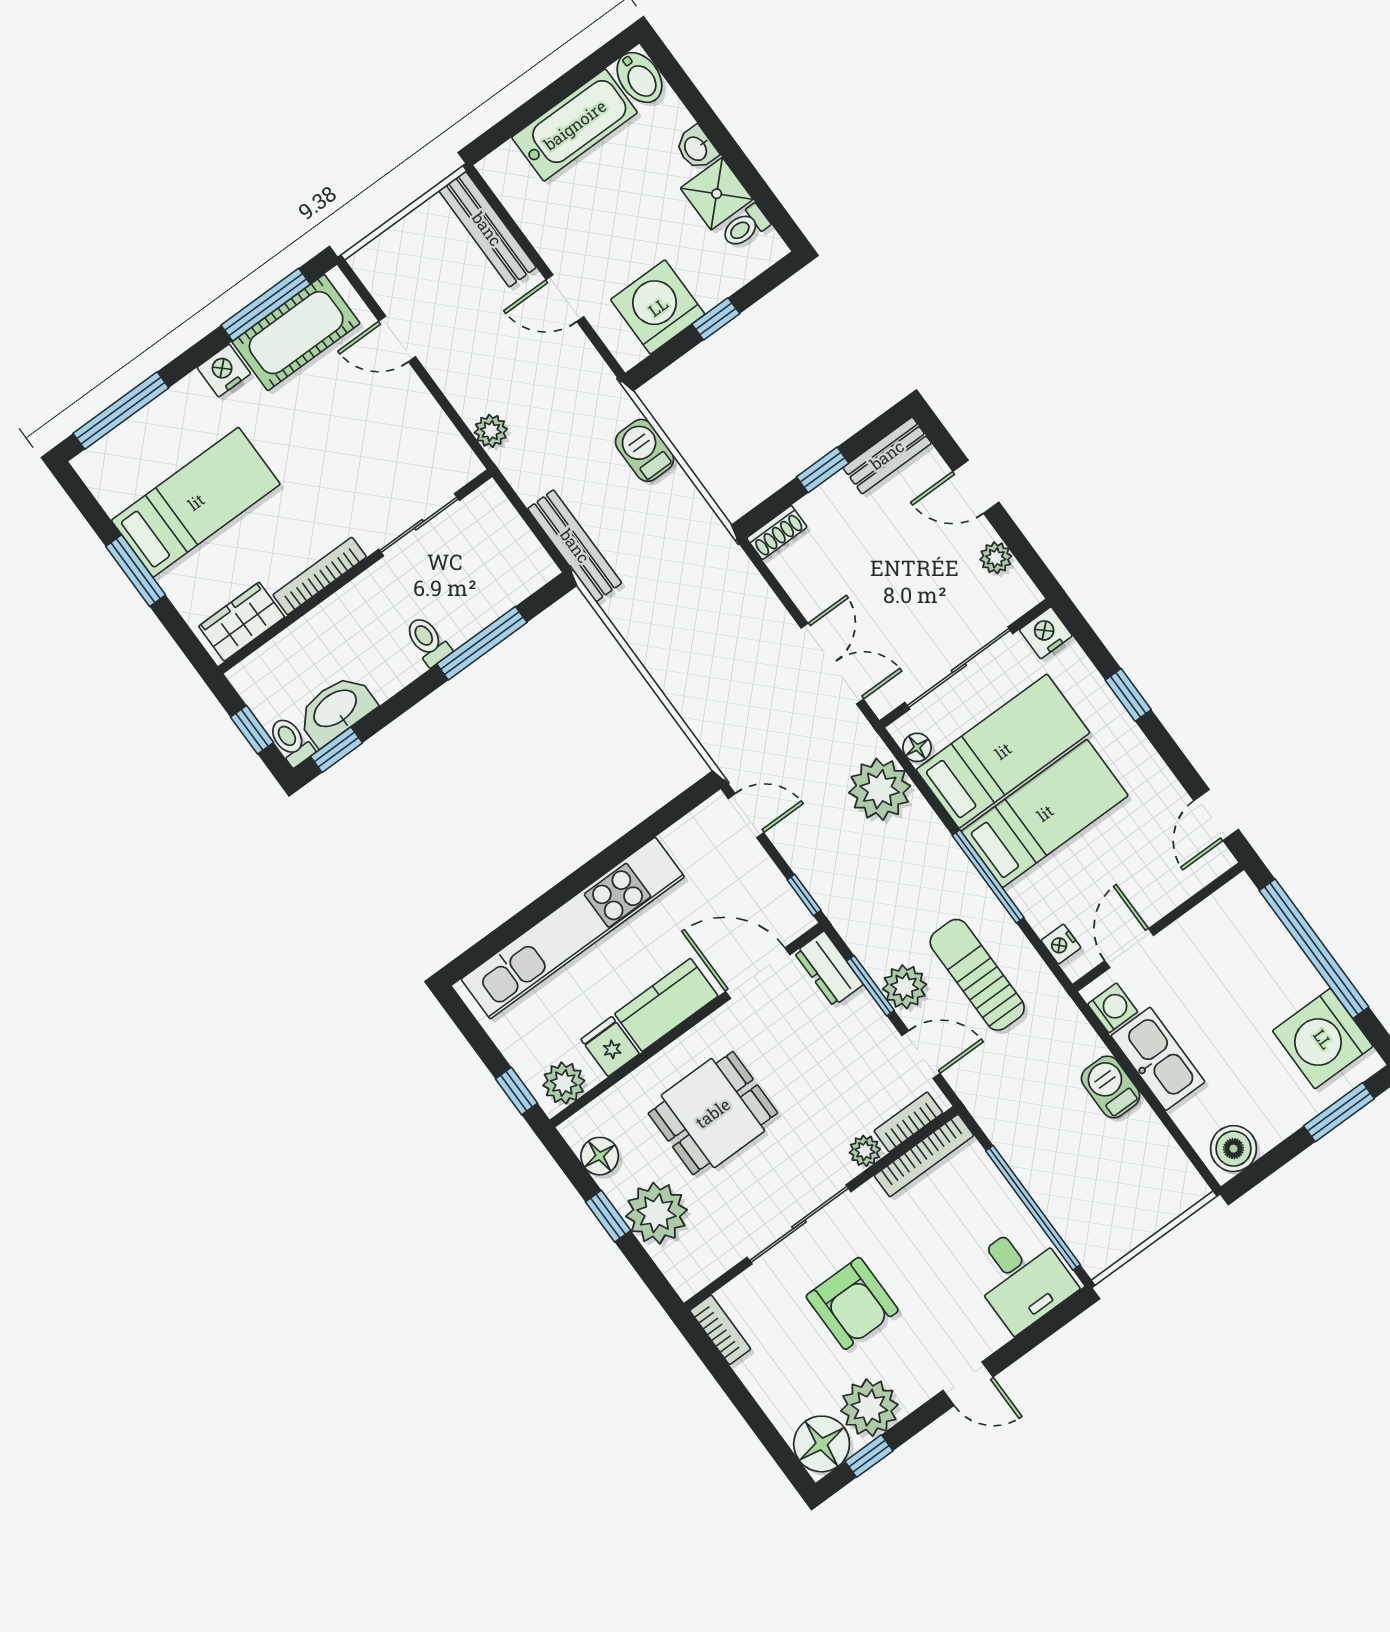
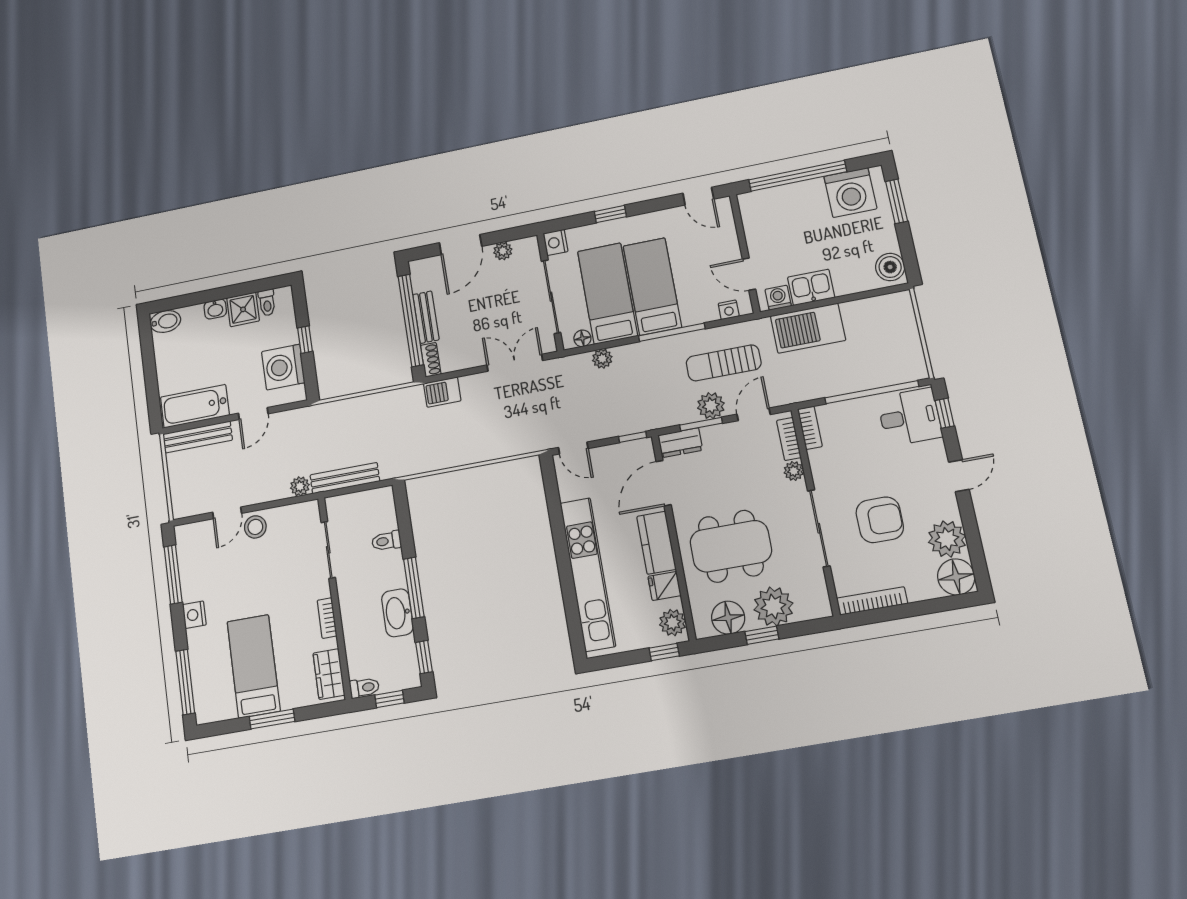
bathtub: (575, 125) -> (195, 406), moved, turned -90
cot: (296, 333) -> (196, 565), removed
stool: (398, 394) -> (255, 527), added
barbecue: (645, 450) -> (442, 392), moved
bench: (887, 455) -> (426, 317), moved
window: (823, 470) -> (411, 320), width x3.17
door: (976, 487) -> (461, 245), width x1.38
bench: (575, 546) -> (345, 478), moved
bookcase: (320, 576) -> (327, 618), width x0.64
toilet: (428, 641) -> (386, 541), moved
window: (482, 643) -> (414, 588), moved
washbasin: (336, 709) -> (397, 613), moved
toilet: (291, 741) -> (364, 688), moved, turned 180
plant: (880, 789) -> (602, 359), width x0.53, depth x0.53
door: (746, 816) -> (573, 448), swing flipped
kitchen sink: (1158, 1059) -> (811, 287), width x0.73
barbecue: (1110, 1087) -> (808, 328), width x1.88, depth x1.53
dining table: (713, 1113) -> (731, 546), width x1.38
bookcase: (924, 1155) -> (810, 428), width x0.64
floor lamp: (600, 1156) -> (728, 618), width x1.38, depth x1.38
bookcase: (720, 1330) -> (872, 601), width x1.56
window: (869, 1456) -> (945, 413), moved

